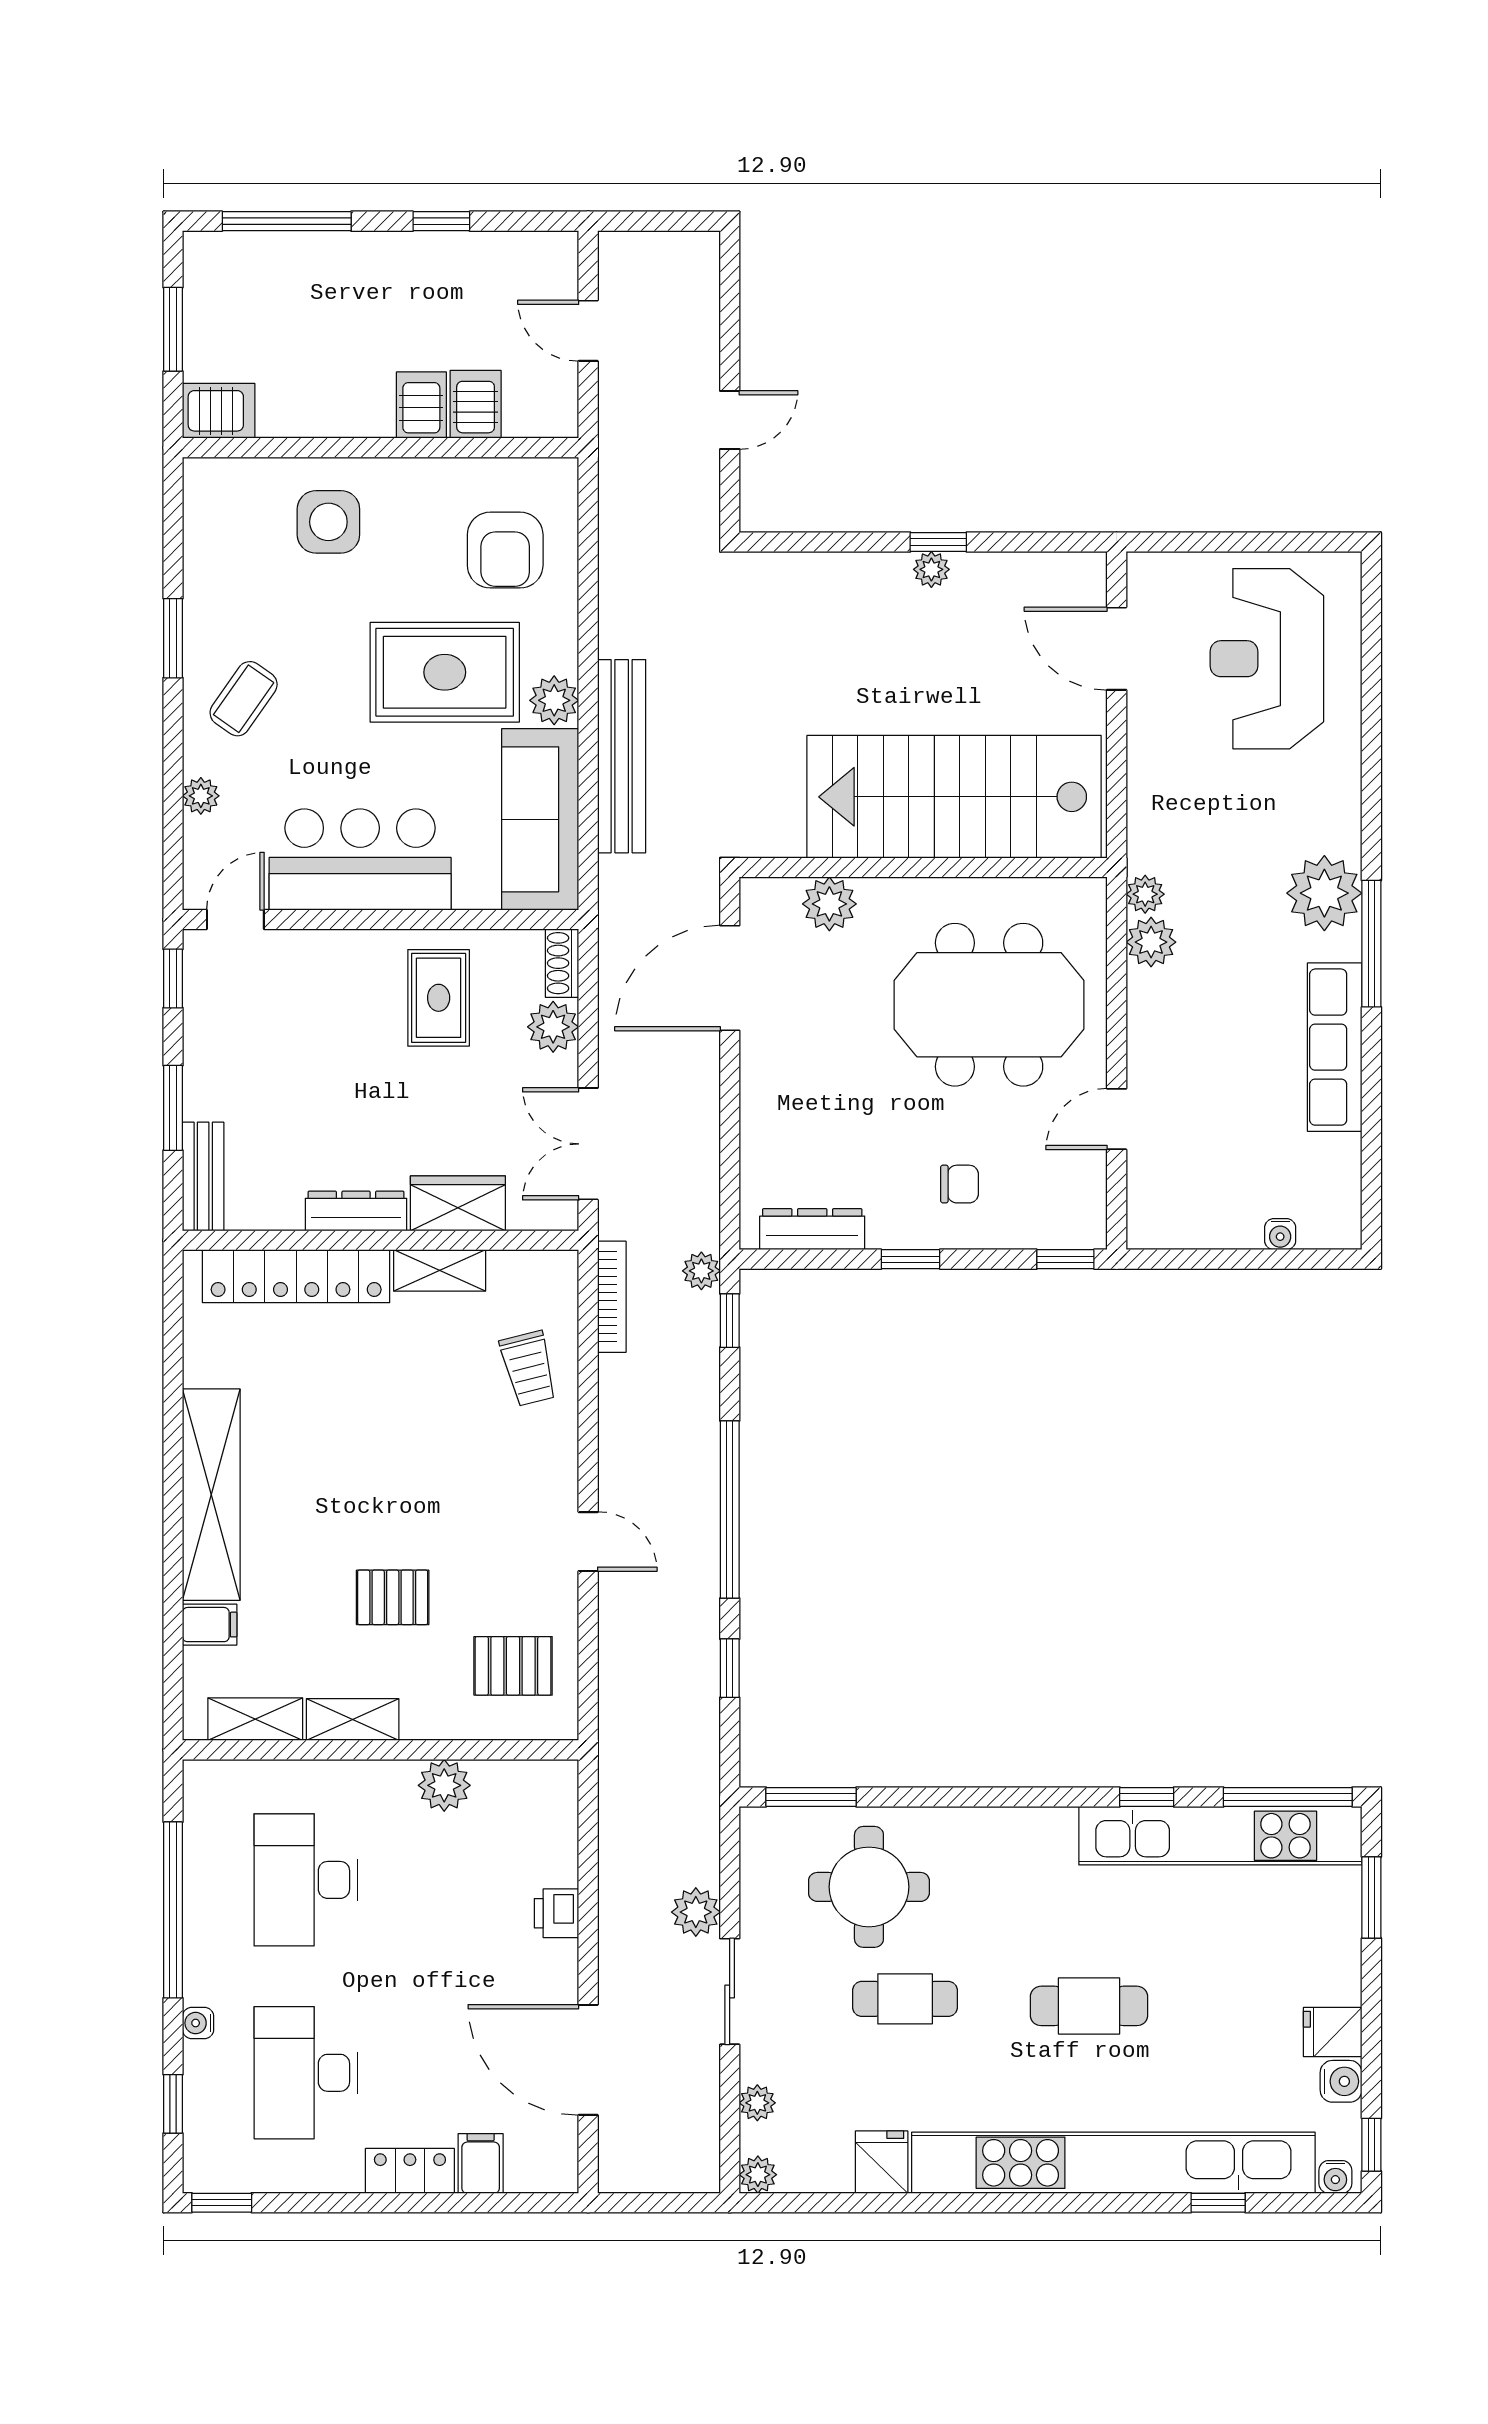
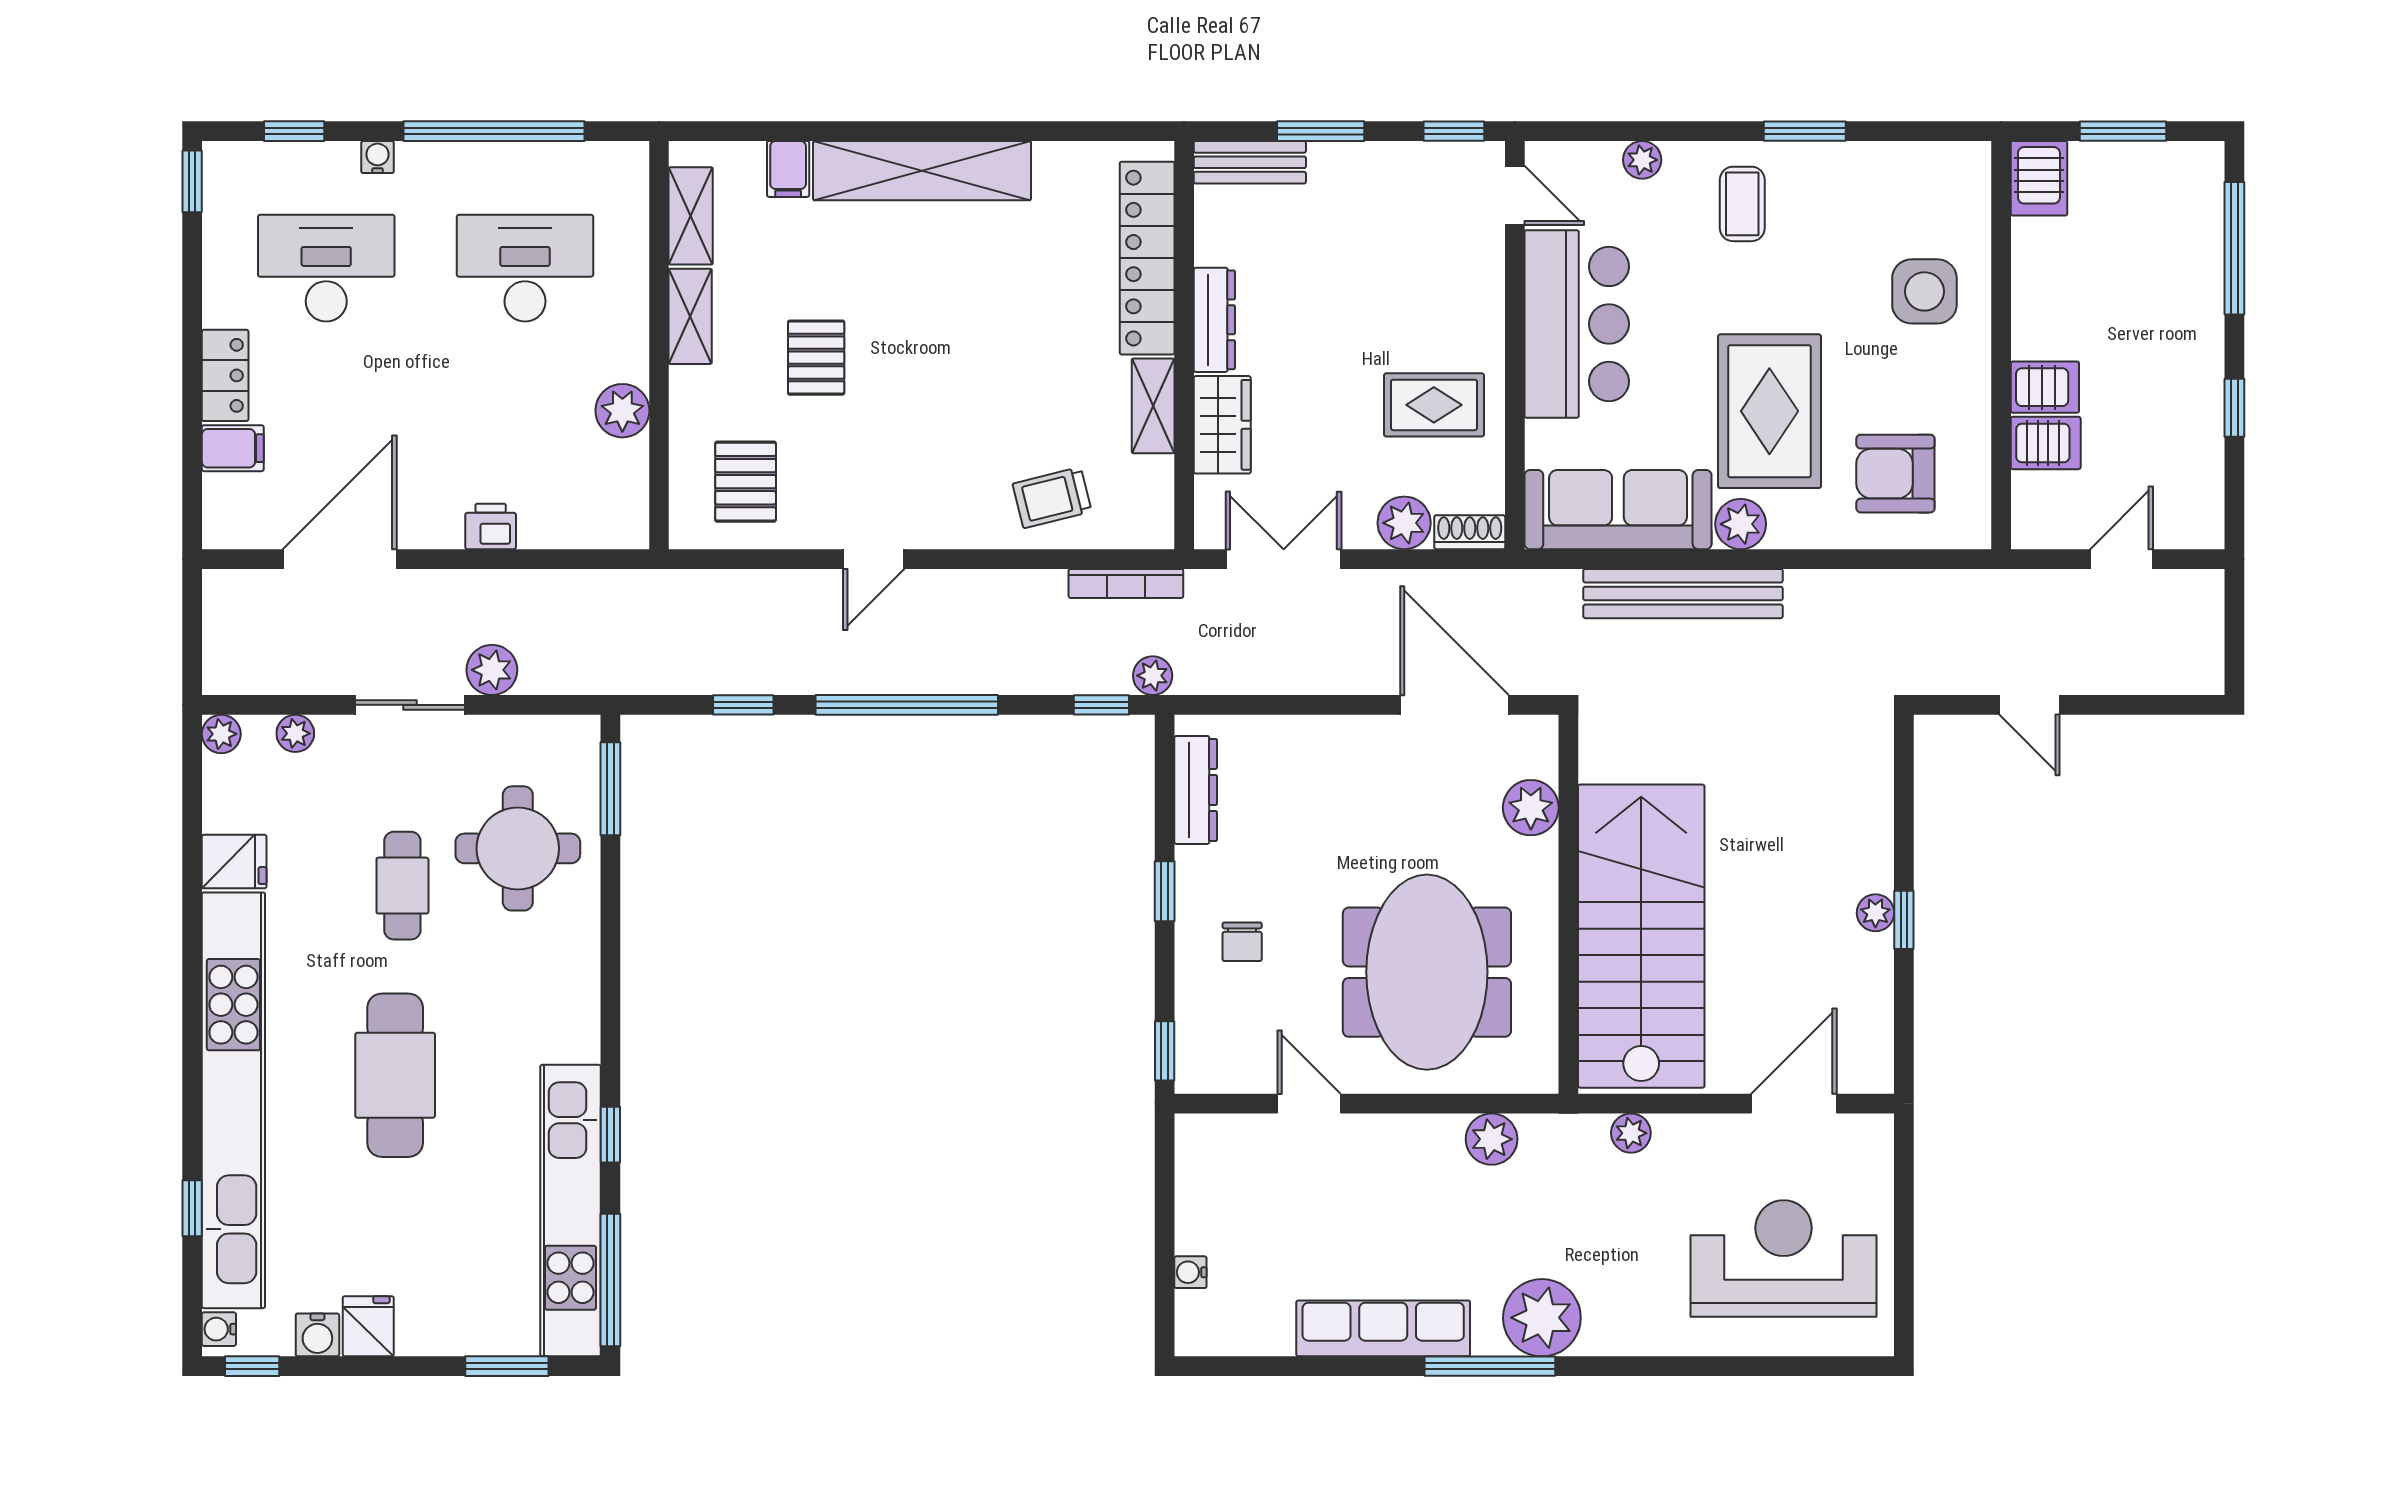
coffee table: (244, 699) -> (1742, 204), turned 55
plant: (1145, 894) -> (1631, 1133), moved
cafe table: (1089, 2006) -> (395, 1075), width x1.37, depth x1.35

